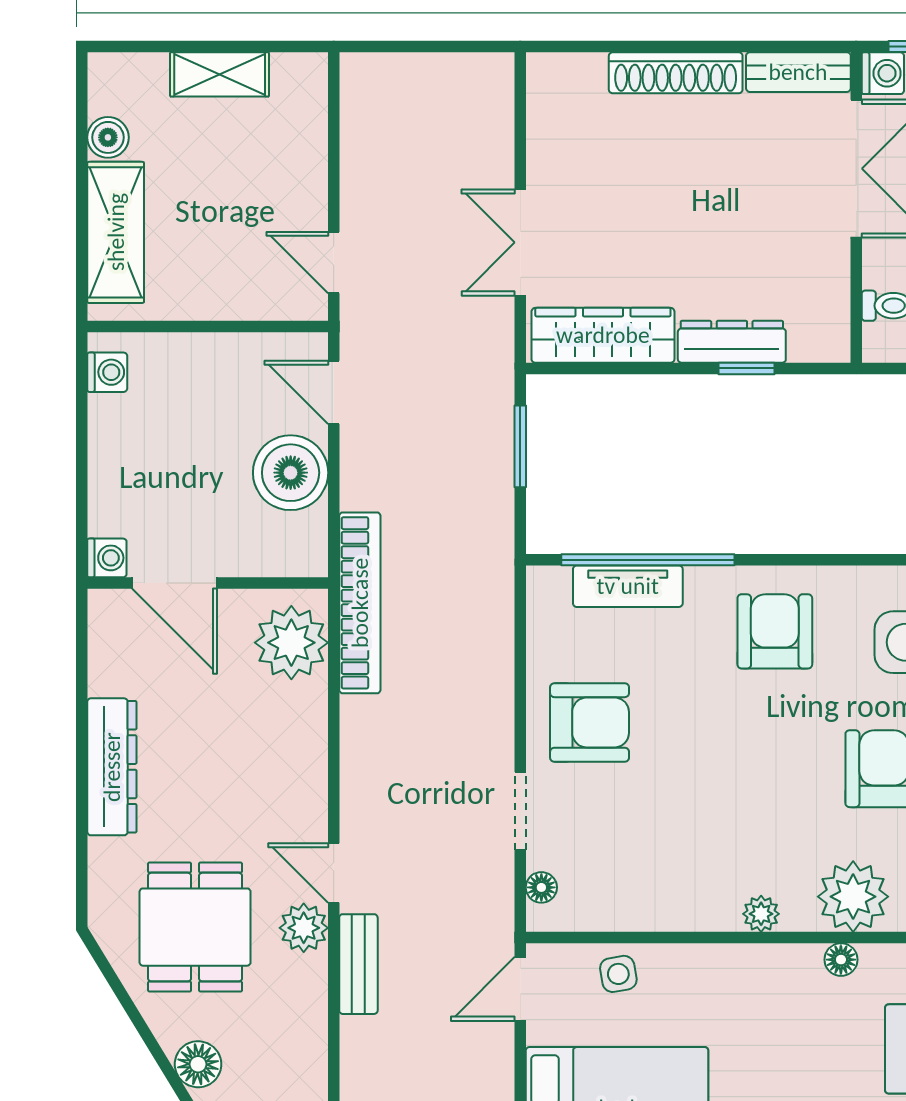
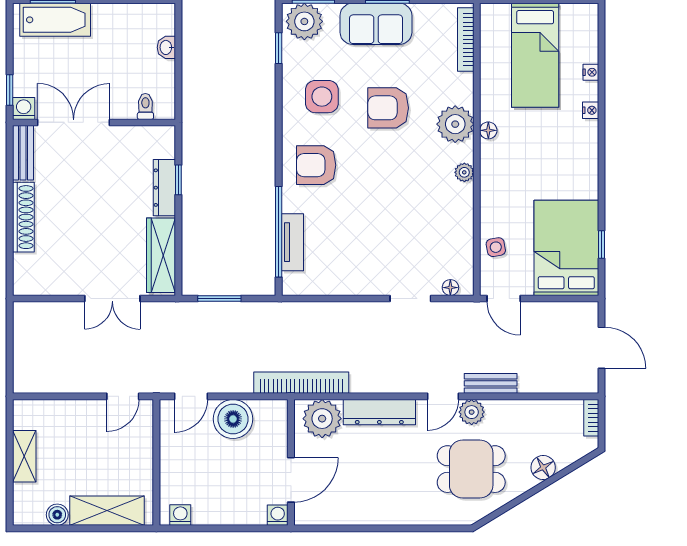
armchair: (590, 722) -> (364, 262), removed
dresser: (112, 767) -> (379, 412), moved, turned 180

